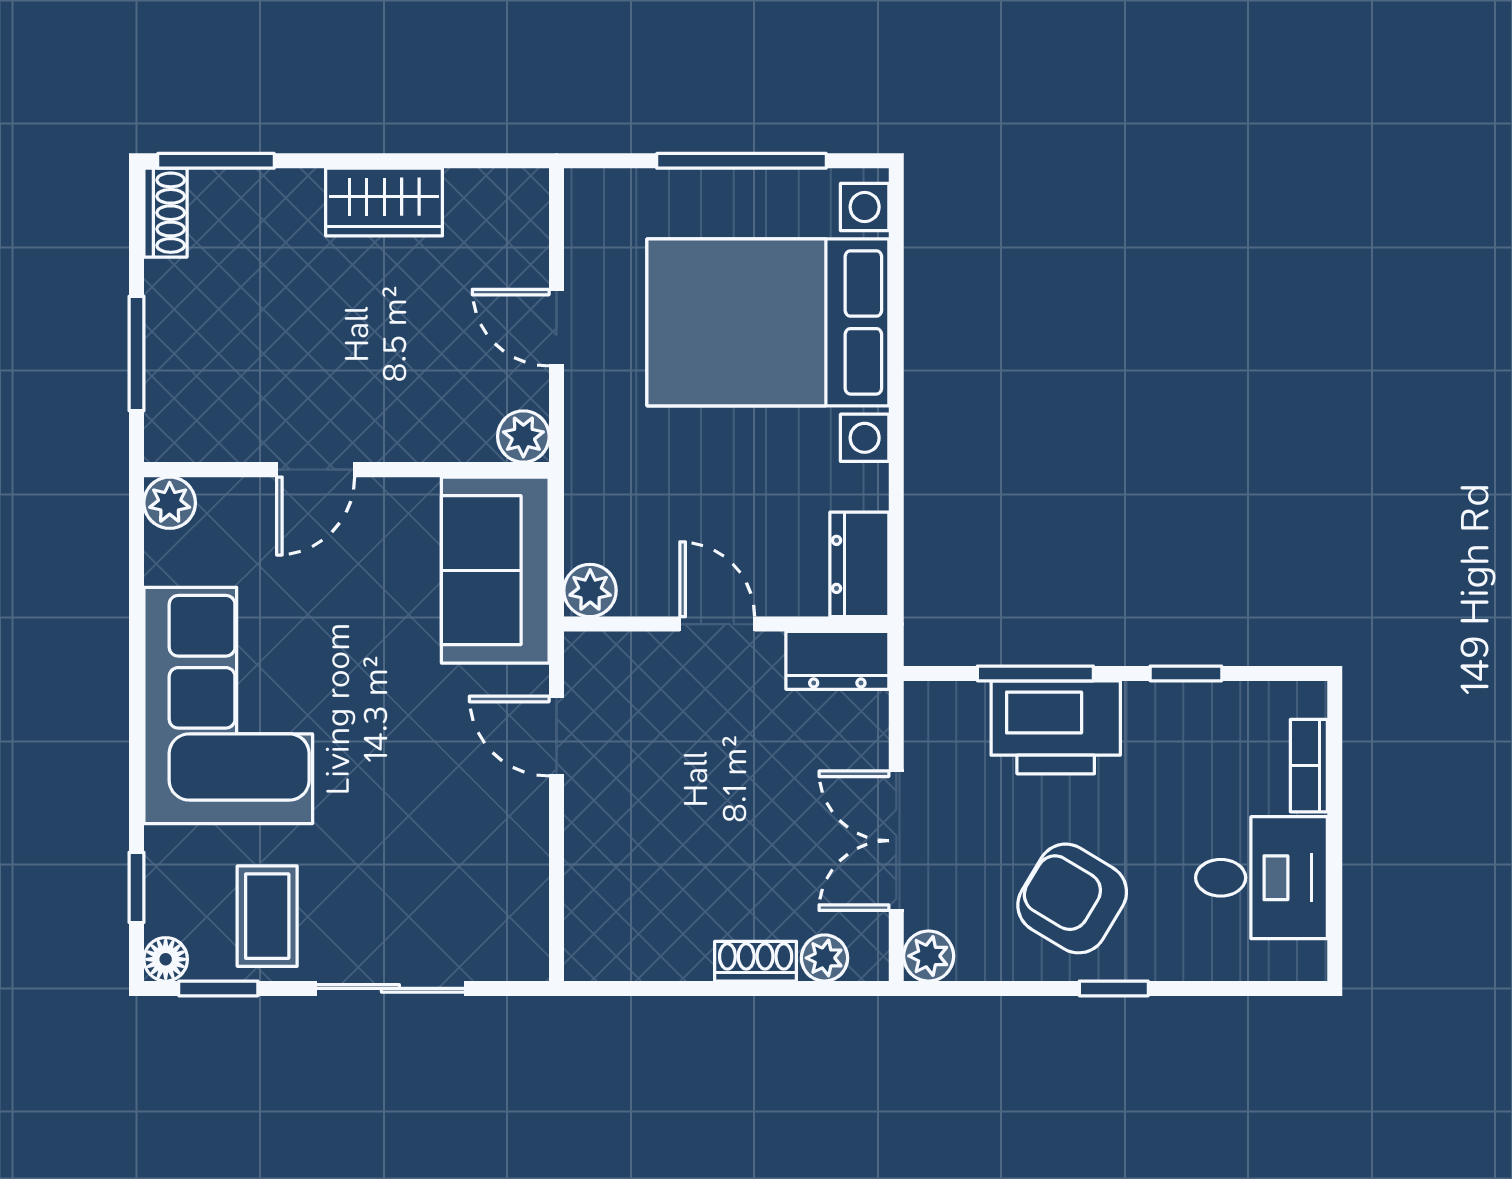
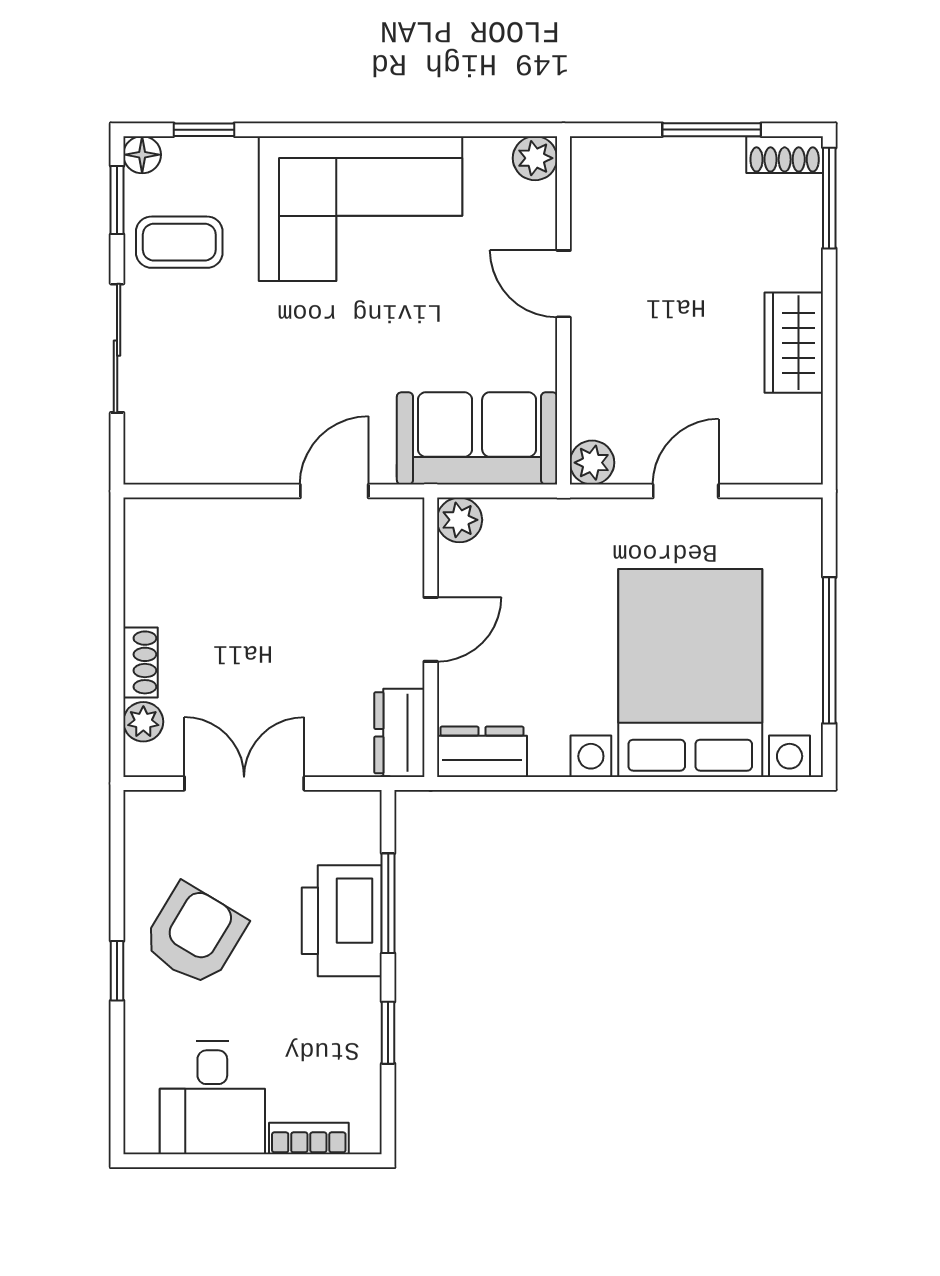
window: (136, 354) -> (712, 130), moved
plant: (929, 956) -> (145, 811), removed

